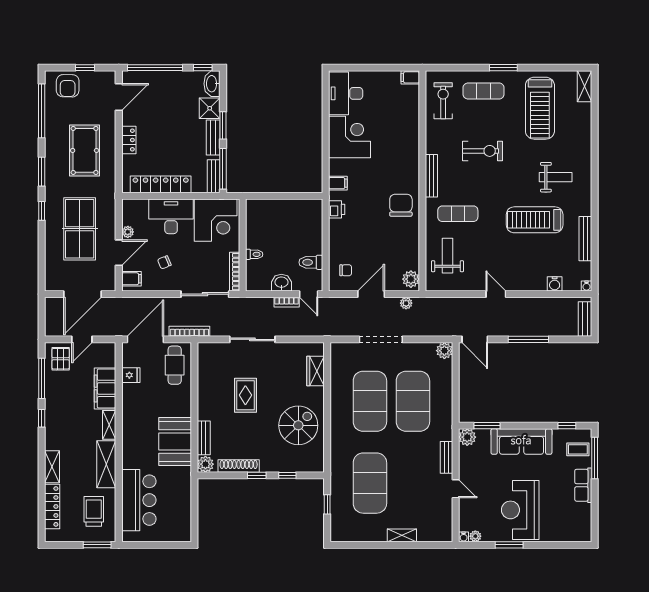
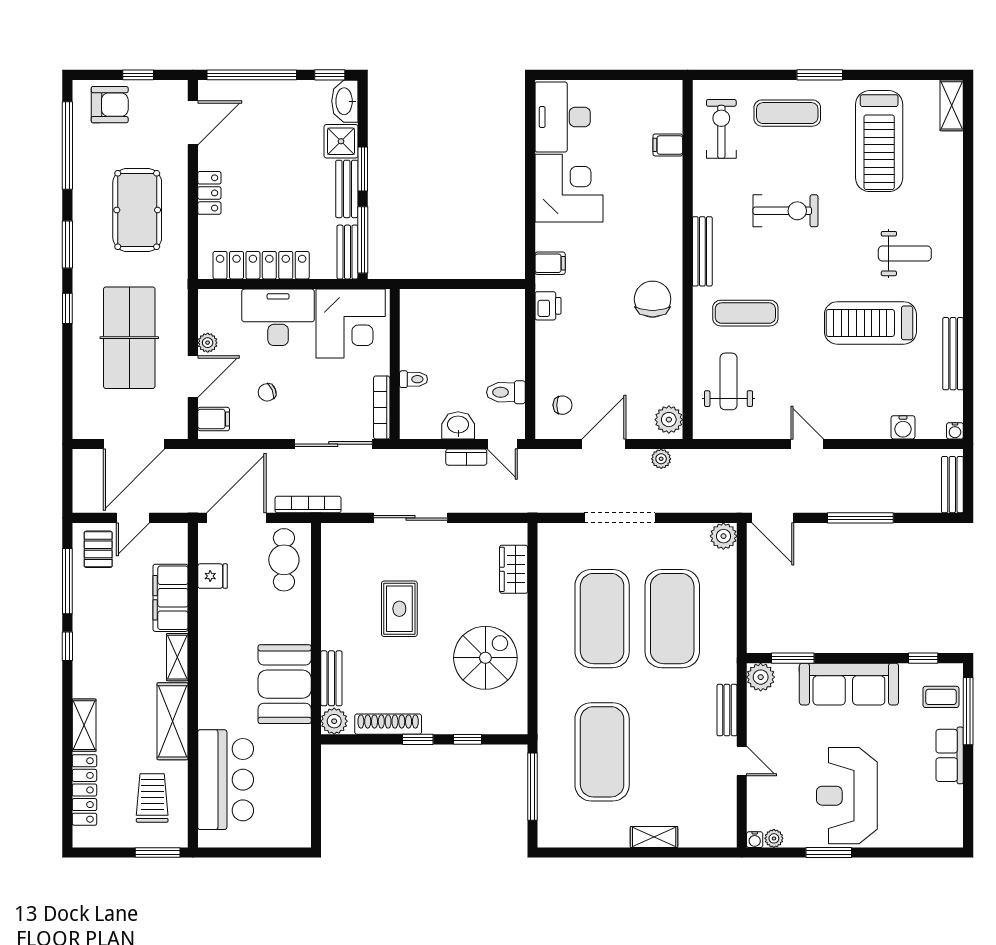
filing cabinet: (410, 77) -> (668, 145), moved
armchair: (68, 86) -> (110, 105), turned -91
window: (327, 504) -> (533, 787), width x2.17

